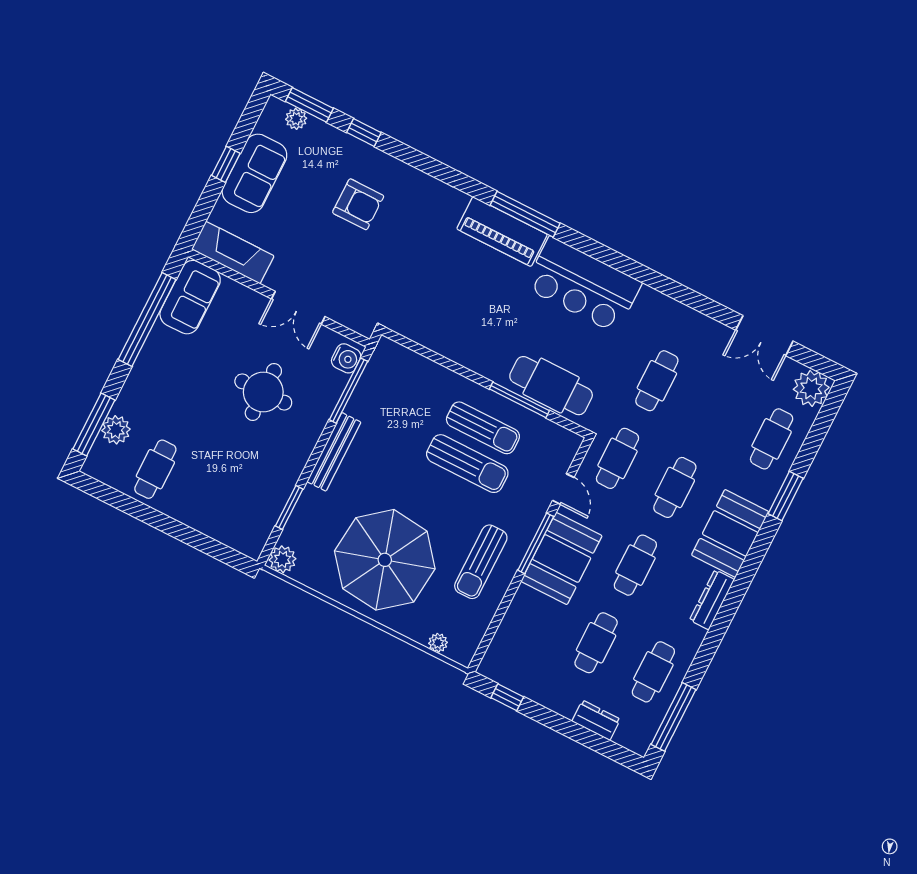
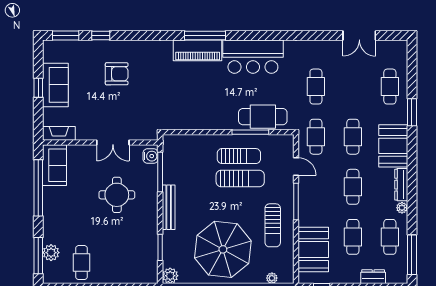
plant: (296, 119) -> (63, 46), removed
fireplace: (233, 253) -> (59, 133), width x0.73, depth x0.76
plant: (811, 388) -> (402, 208), moved, width x0.53, depth x0.53
booth: (562, 558) -> (313, 250), moved

